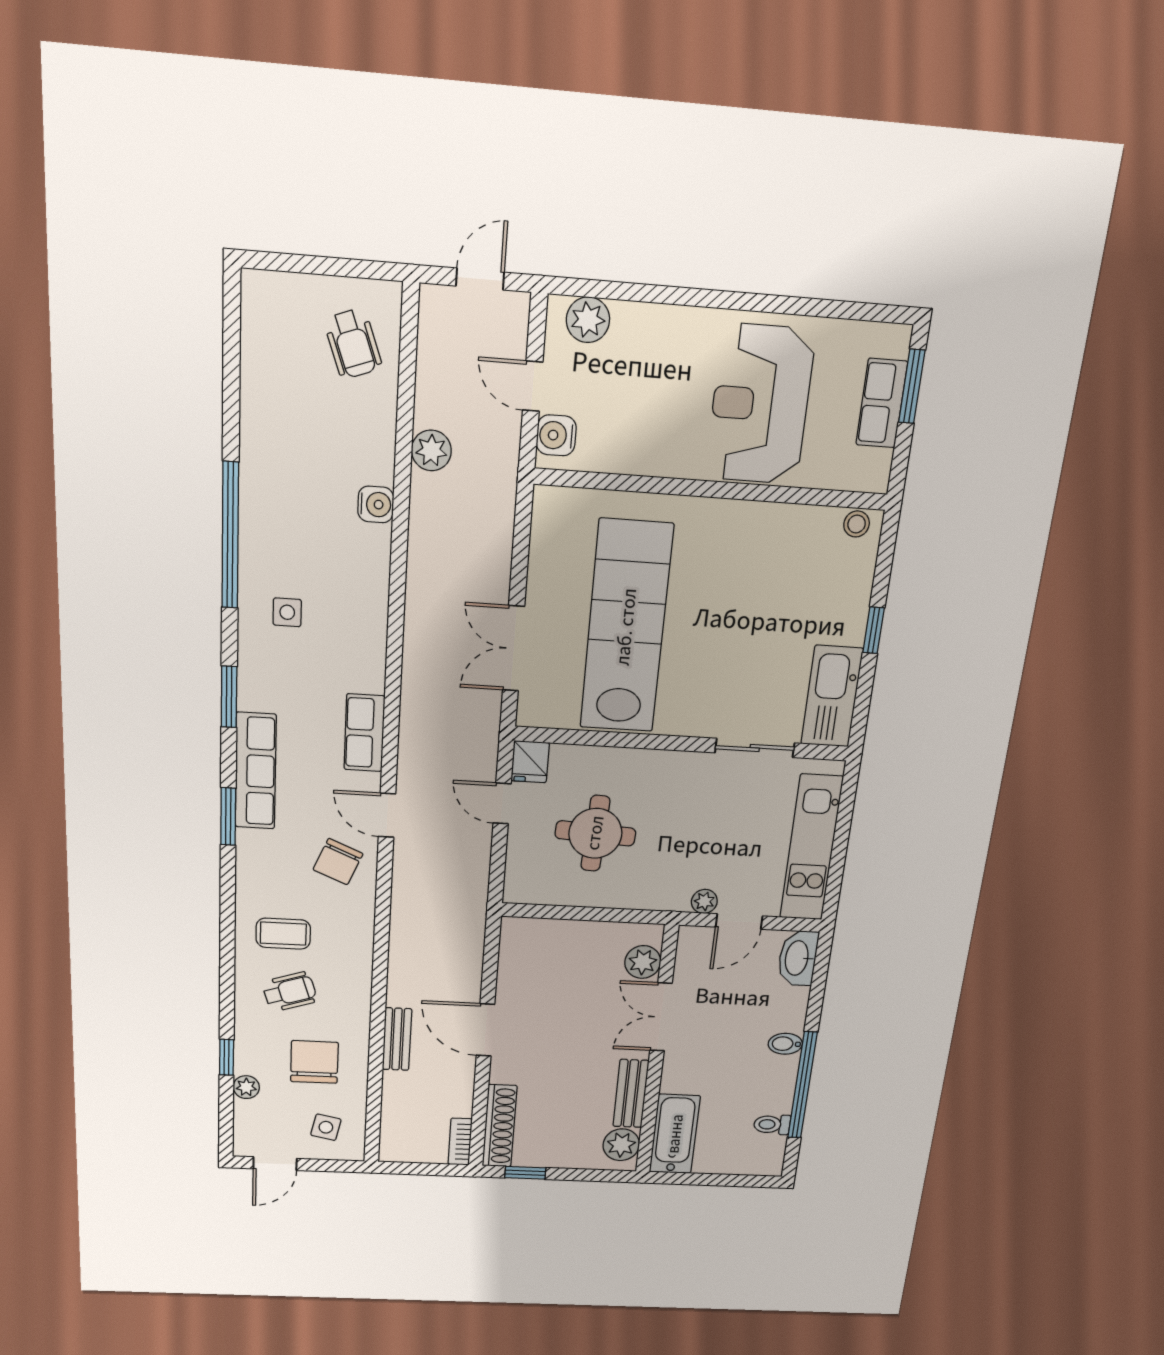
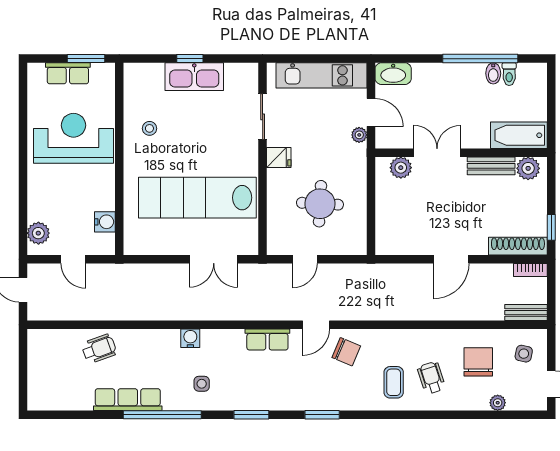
wheelchair: (353, 344) -> (99, 349), moved
door: (533, 386) -> (73, 259), hinge flipped
window: (912, 386) -> (86, 59), moved
reception desk: (760, 404) -> (73, 138), turned 180
water cooler: (556, 435) -> (105, 222), moved, turned -90
plant: (431, 450) -> (110, 310), removed
water cooler: (376, 504) -> (190, 338), moved
stool: (857, 524) -> (149, 128), moved
kitchen sink: (832, 696) -> (194, 77), moved
fridge: (530, 762) -> (279, 158), moved
row of seats: (256, 771) -> (128, 400), moved
double door: (661, 1017) -> (437, 153), swing flipped
bench: (397, 1039) -> (526, 313), moved
bidet: (785, 1044) -> (493, 73), moved
window: (227, 1057) -> (478, 415), removed
chair: (314, 1062) -> (478, 362), turned 90

